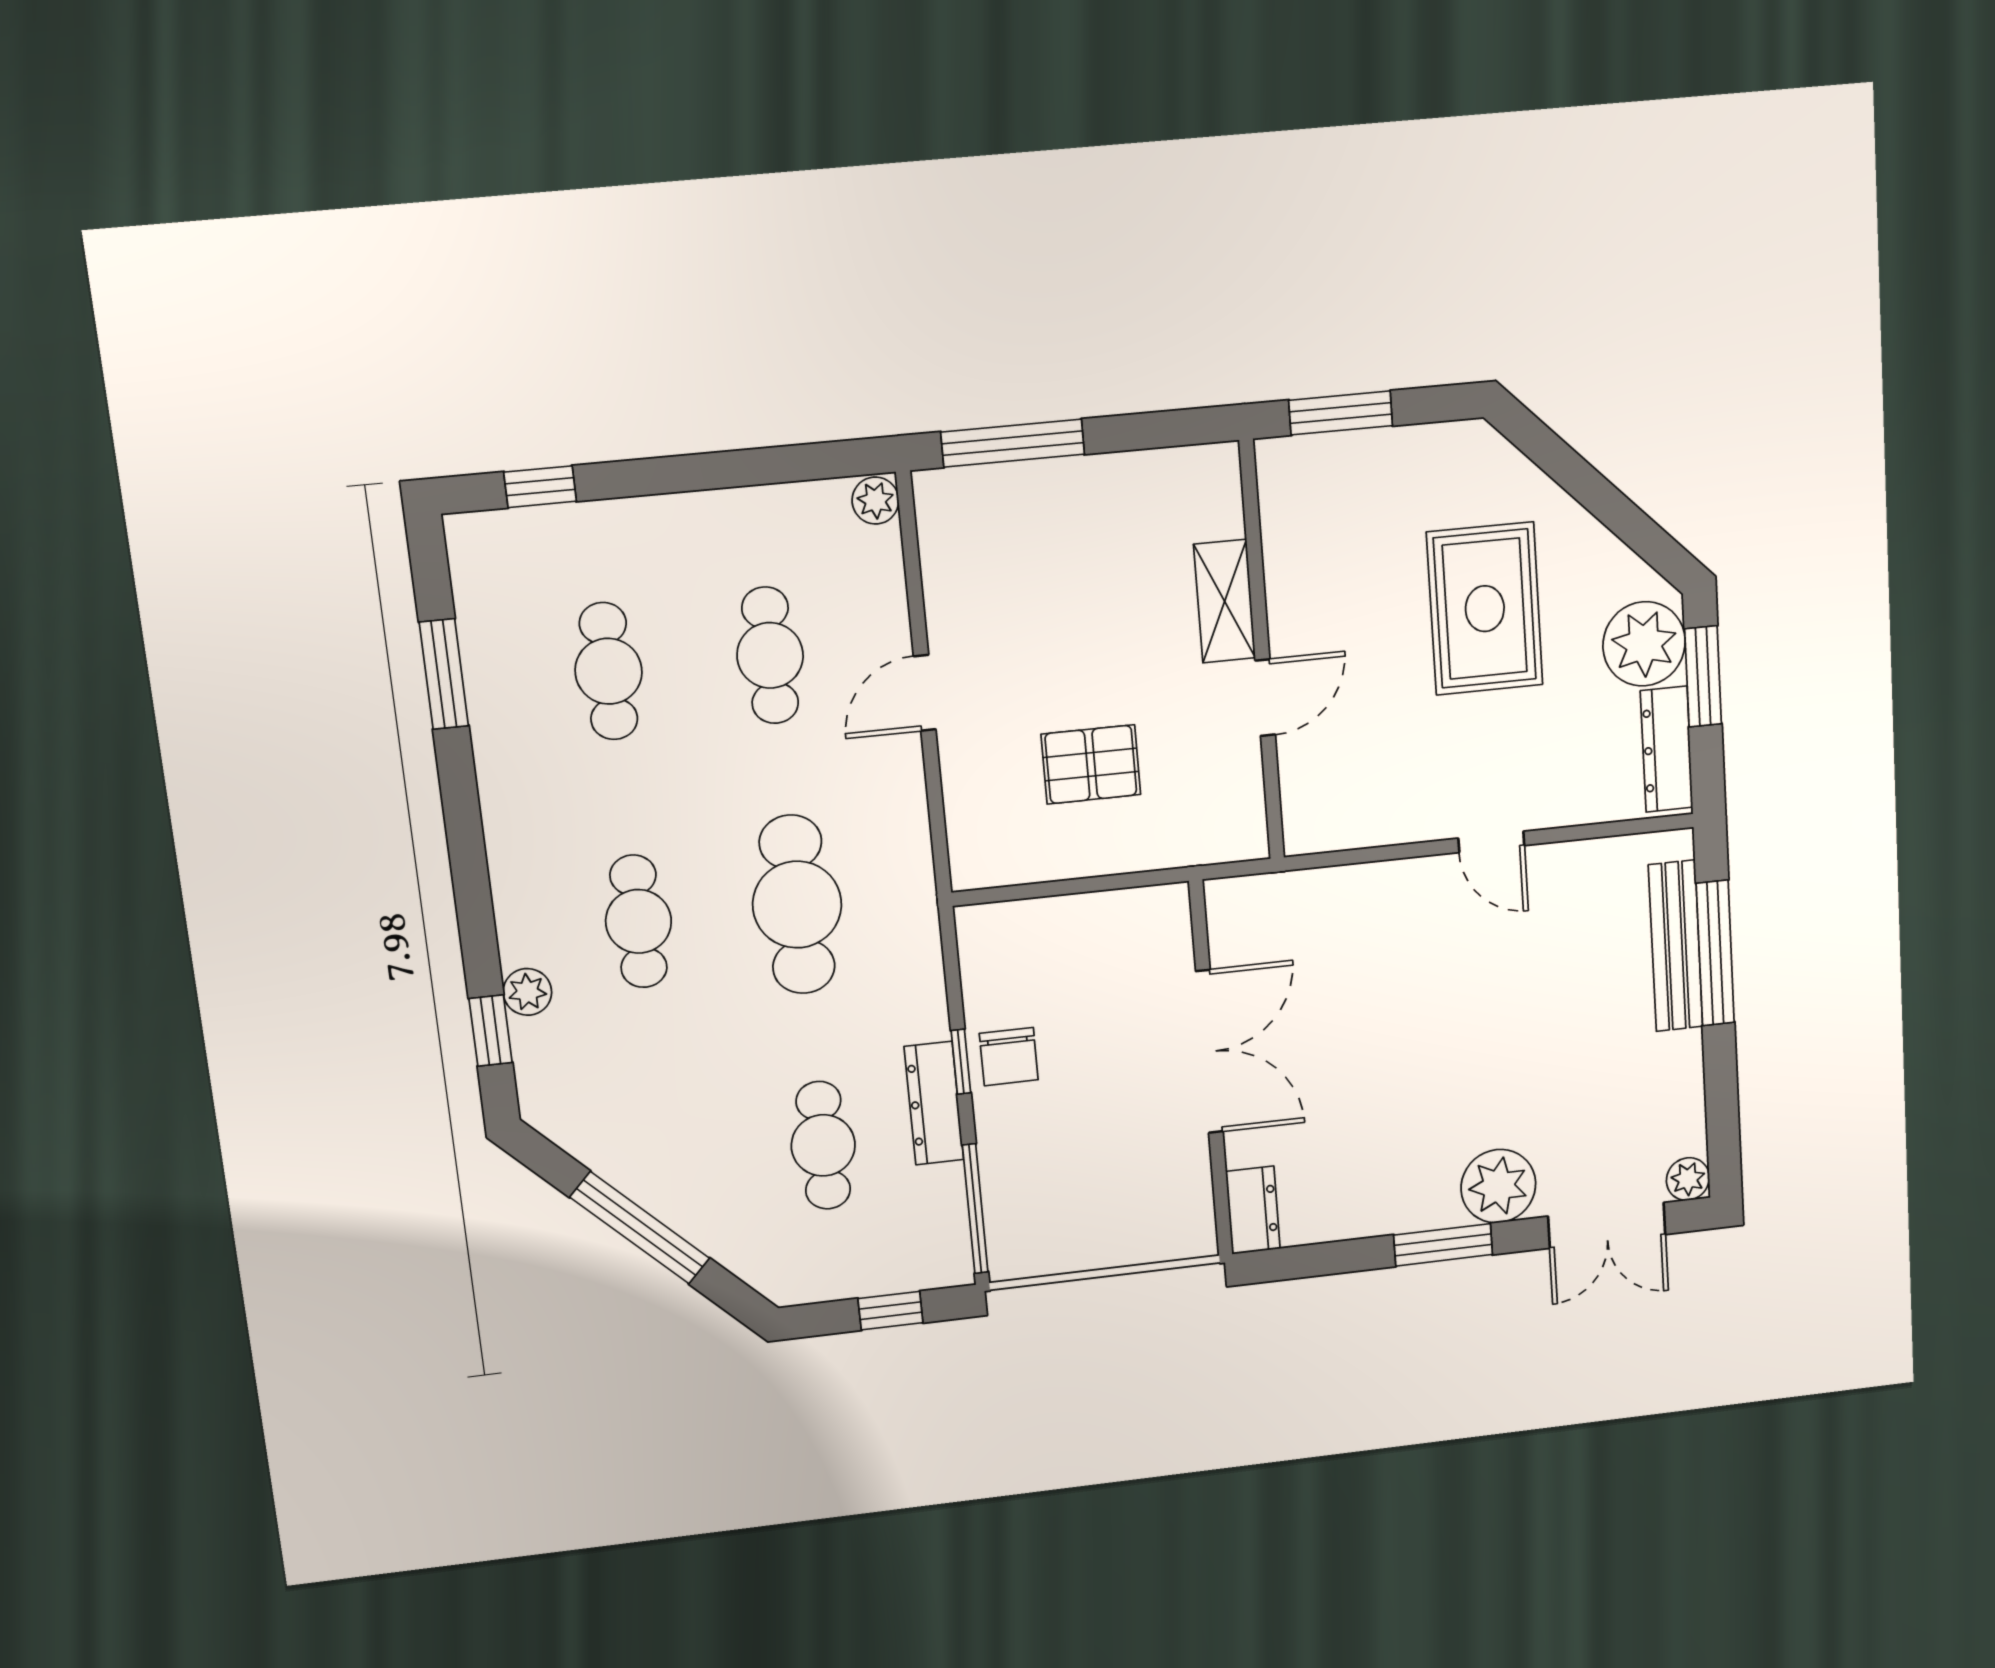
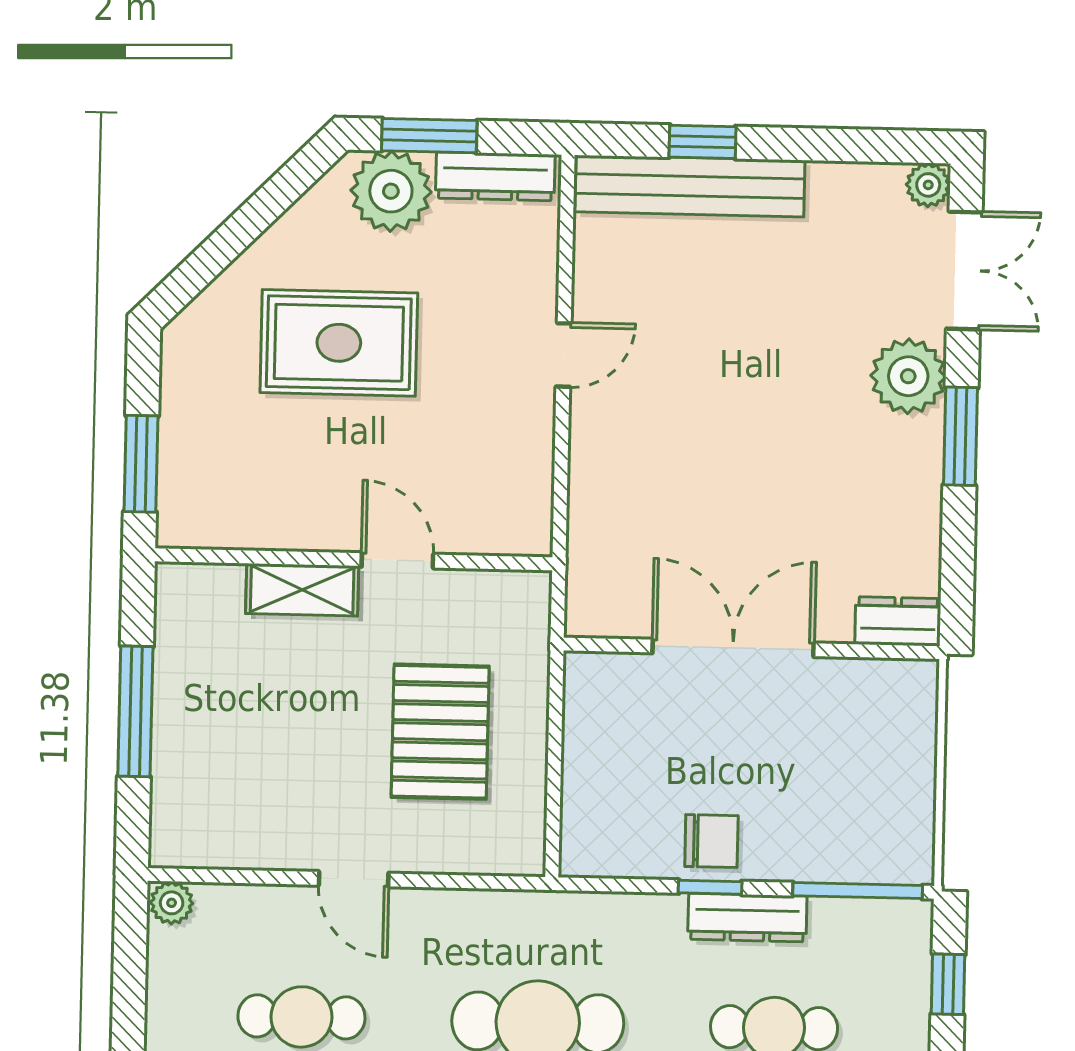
window: (1013, 443) -> (135, 711), moved
pallet: (1091, 764) -> (440, 732), width x1.50, depth x1.42
bench: (1676, 946) -> (690, 186), width x1.37, depth x1.21
window: (1715, 953) -> (702, 142), width x0.46

